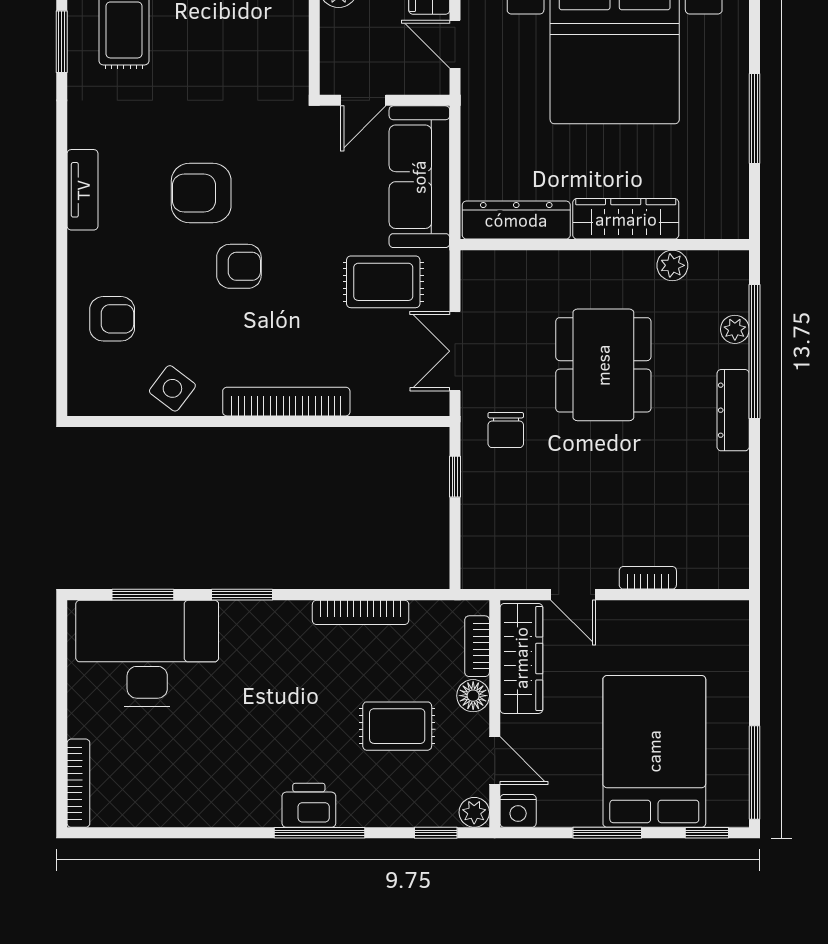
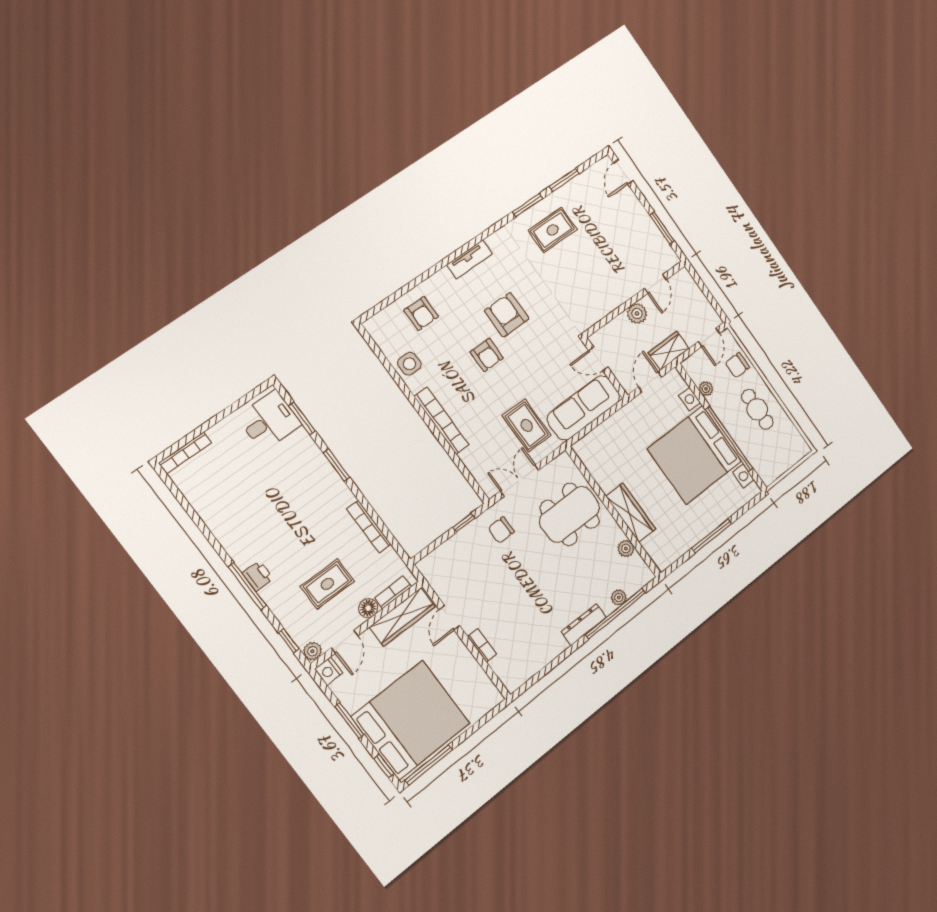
dresser: (516, 220) -> (596, 465), removed
dining table: (603, 365) -> (570, 514), moved
side table: (172, 388) -> (409, 364), turned -37
desk: (147, 653) -> (269, 421), width x0.53, depth x0.77
rug: (397, 726) -> (327, 584), turned 90
bed: (654, 751) -> (411, 720), width x1.36
printer: (309, 805) -> (258, 576), width x0.73, depth x0.81

